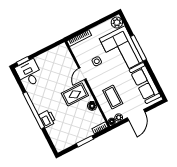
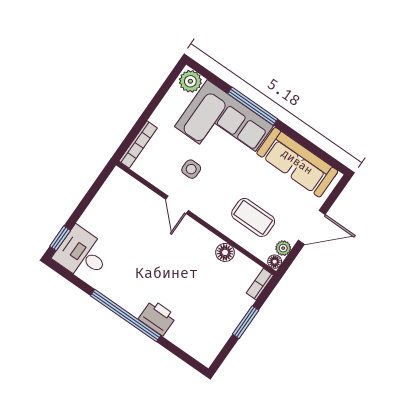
rug: (75, 94) -> (184, 248), removed
door: (136, 115) -> (312, 227), hinge flipped

